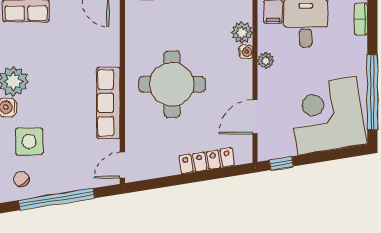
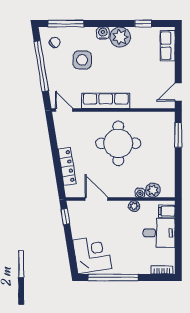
corner desk: (327, 116) -> (92, 254), width x0.74, depth x0.74
side table: (29, 141) -> (82, 60), moved

